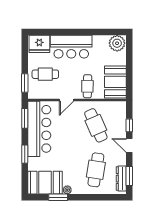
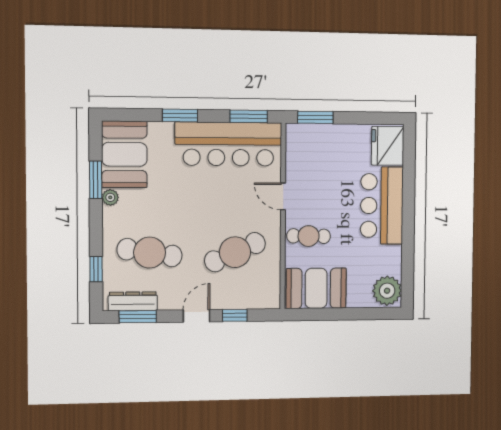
cafe table: (45, 74) -> (332, 157), removed
window: (104, 197) -> (96, 269), added

